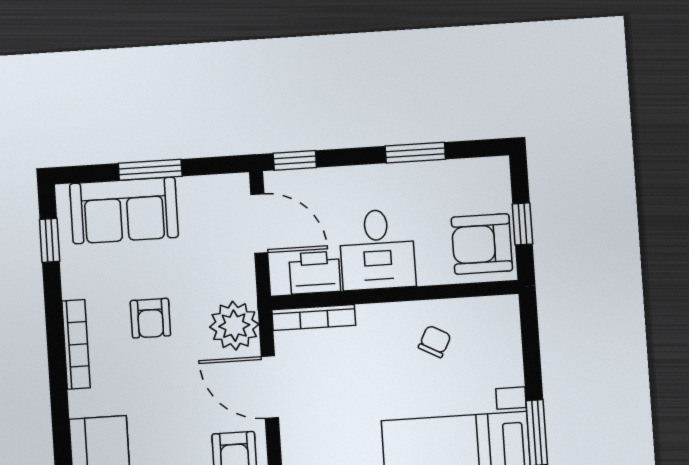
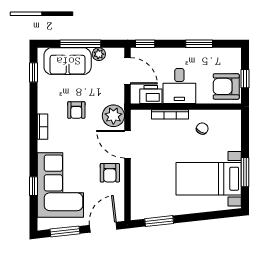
window: (150, 170) -> (80, 44), width x1.44
plant: (193, 190) -> (99, 54), added
bookcase: (314, 318) -> (170, 114), moved
bookcase: (76, 344) -> (42, 127), width x0.64

